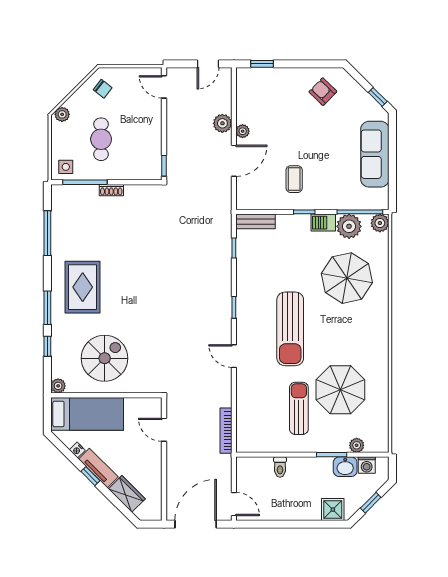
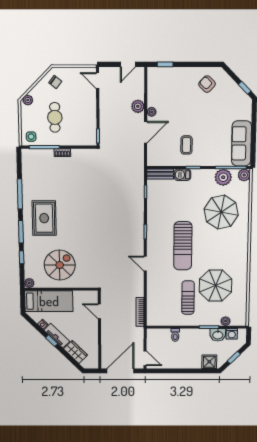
sofa: (375, 154) -> (241, 143), moved
barbecue: (323, 223) -> (182, 175), moved
window: (47, 233) -> (20, 194), moved

